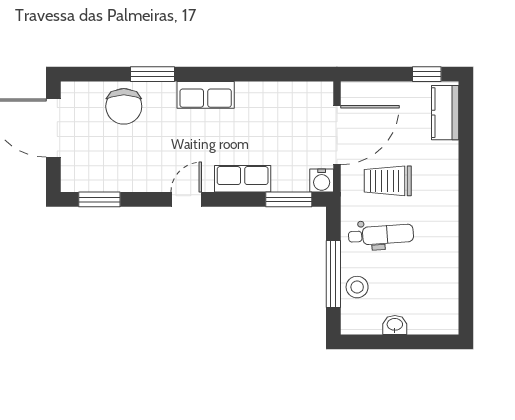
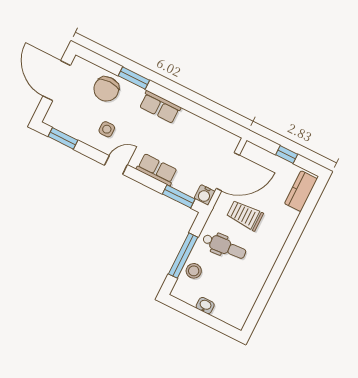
window: (427, 74) -> (287, 155), moved
side table: (151, 159) -> (107, 129), added

